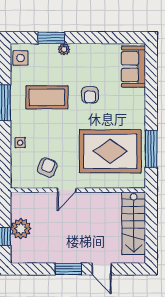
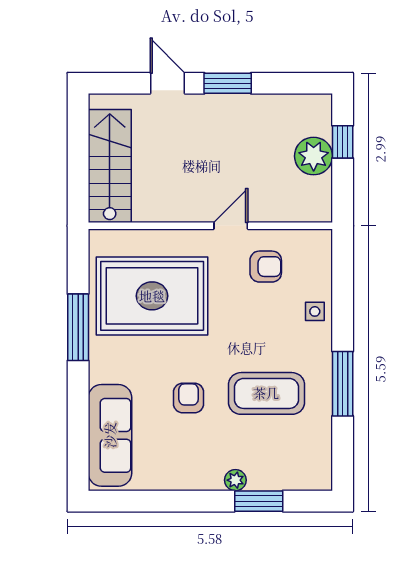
side table: (20, 58) -> (314, 464), removed
sofa: (134, 67) -> (110, 435), width x1.36
window: (151, 149) -> (78, 327), moved
armchair: (47, 168) -> (266, 267), turned -112

